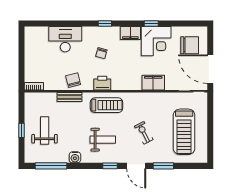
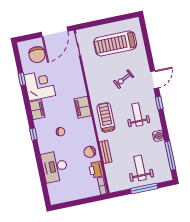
window: (151, 23) -> (22, 79), moved
chair: (190, 45) -> (37, 55), turned 180
printer: (102, 83) -> (96, 170), moved
filing cabinet: (153, 83) -> (83, 107), moved
window: (21, 130) -> (144, 188), width x2.17
weight bench: (45, 131) -> (140, 168), turned 90
treadmill: (184, 132) -> (115, 43), turned 180
window: (163, 166) -> (149, 56), removed

